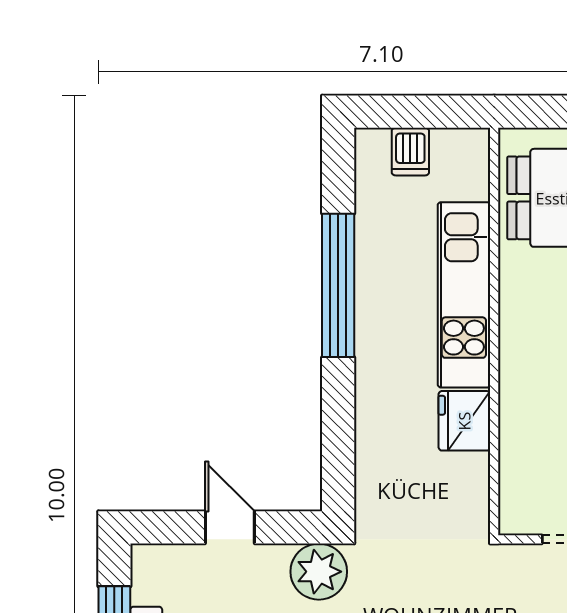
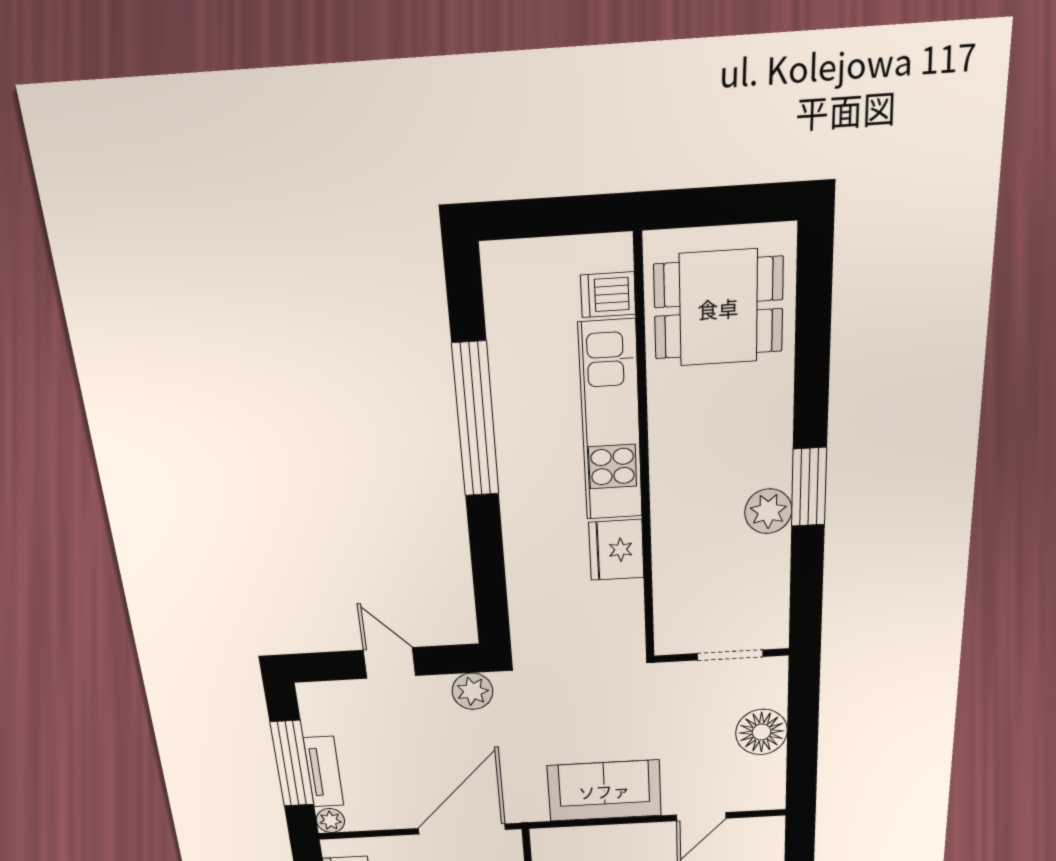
dishwasher: (410, 152) -> (608, 295), moved, turned 90
plant: (319, 572) -> (472, 691), width x0.73, depth x0.73

